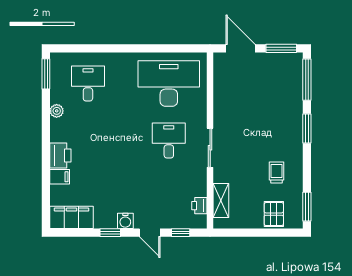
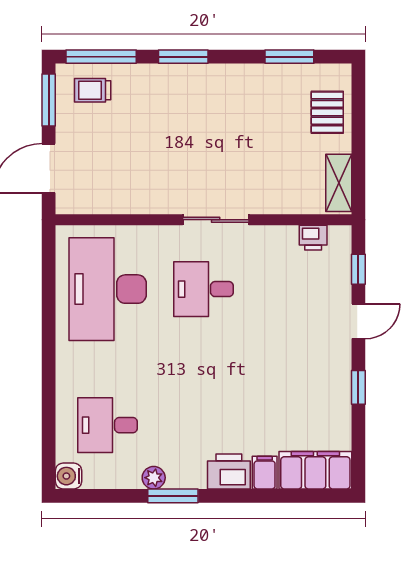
window: (46, 74) -> (173, 496), moved
trolley: (277, 172) -> (93, 90), moved
shelving: (221, 201) -> (339, 183), moved, turned 90
window: (307, 207) -> (289, 57), moved
pallet: (274, 214) -> (327, 112), turned 90
filing cabinet: (72, 217) -> (315, 470), moved, turned 90
water cooler: (125, 221) -> (68, 476), moved, turned 180

